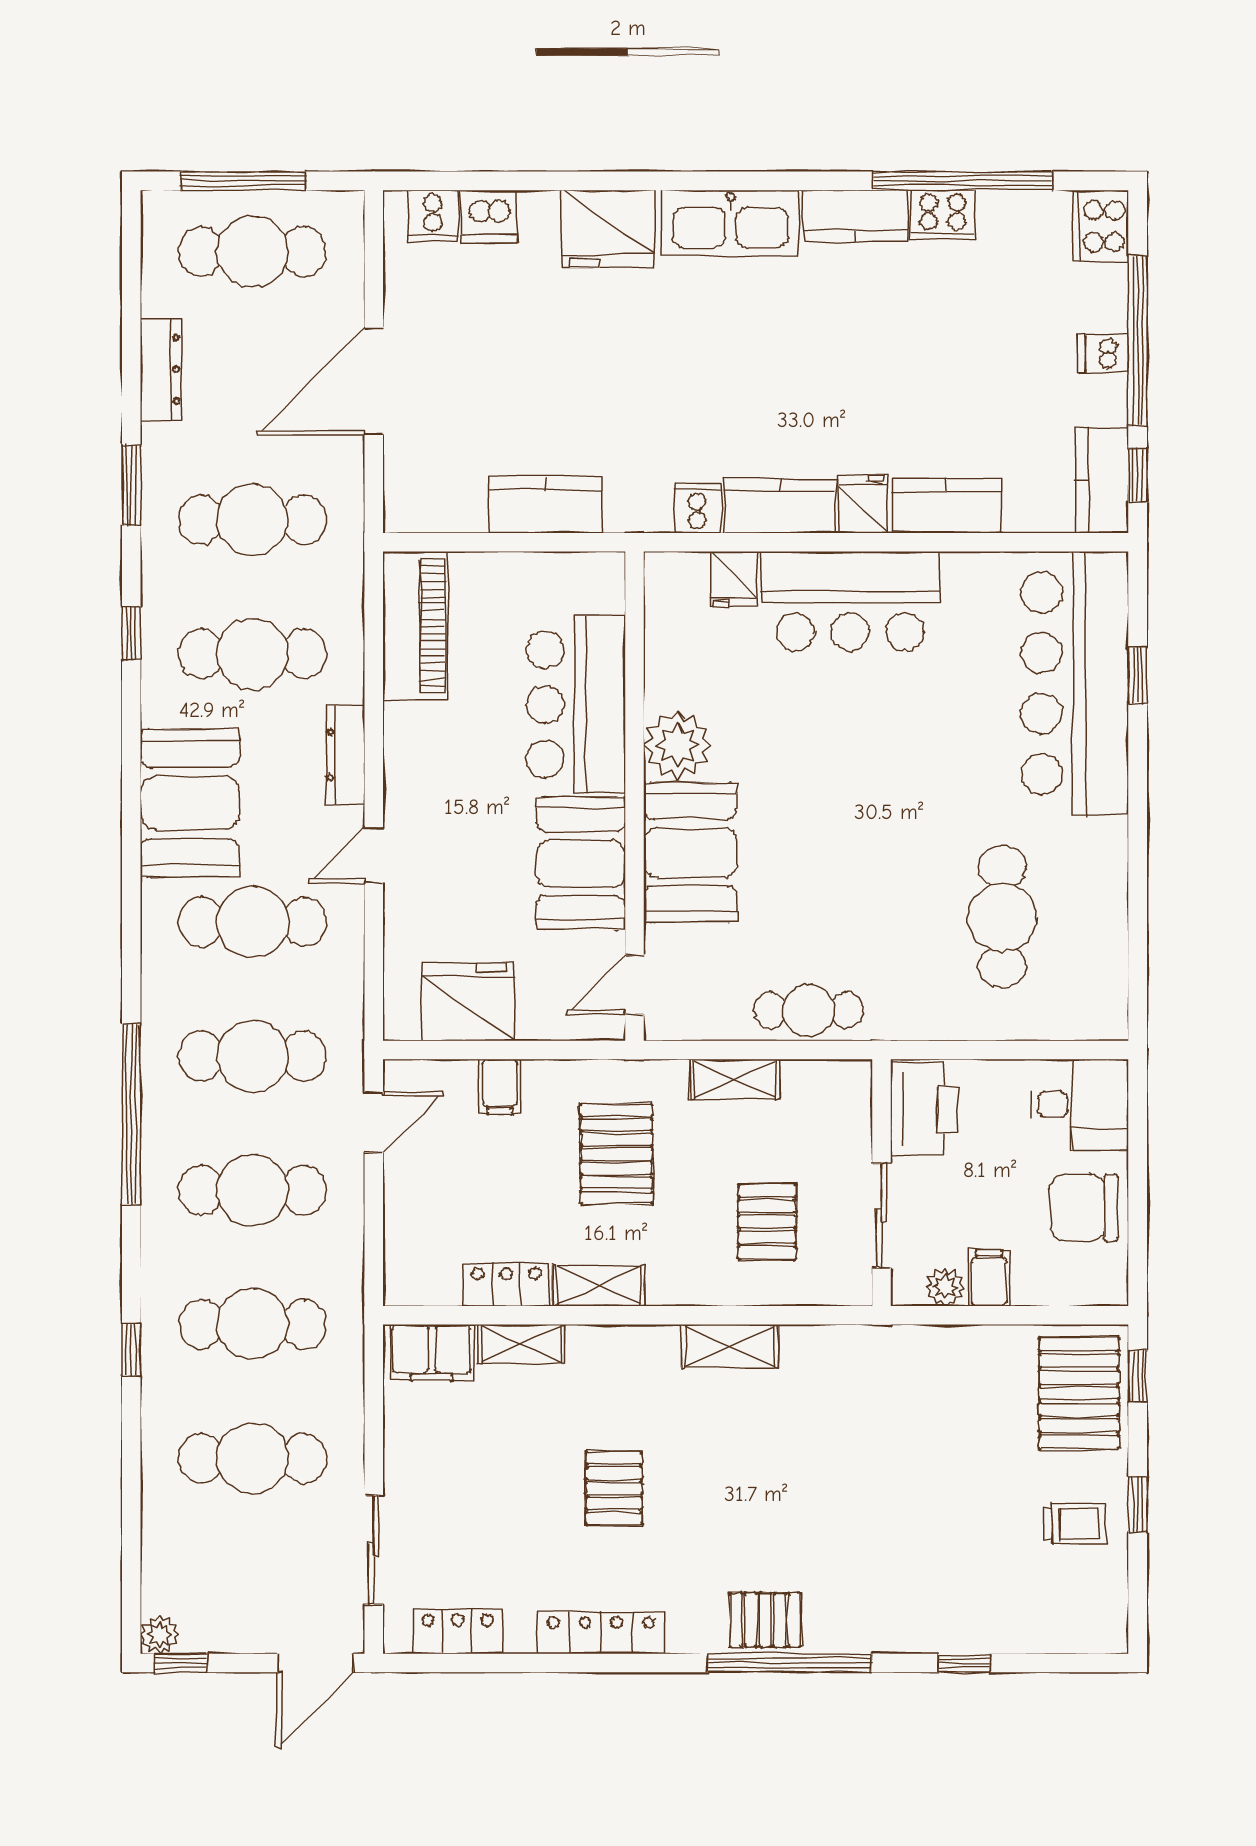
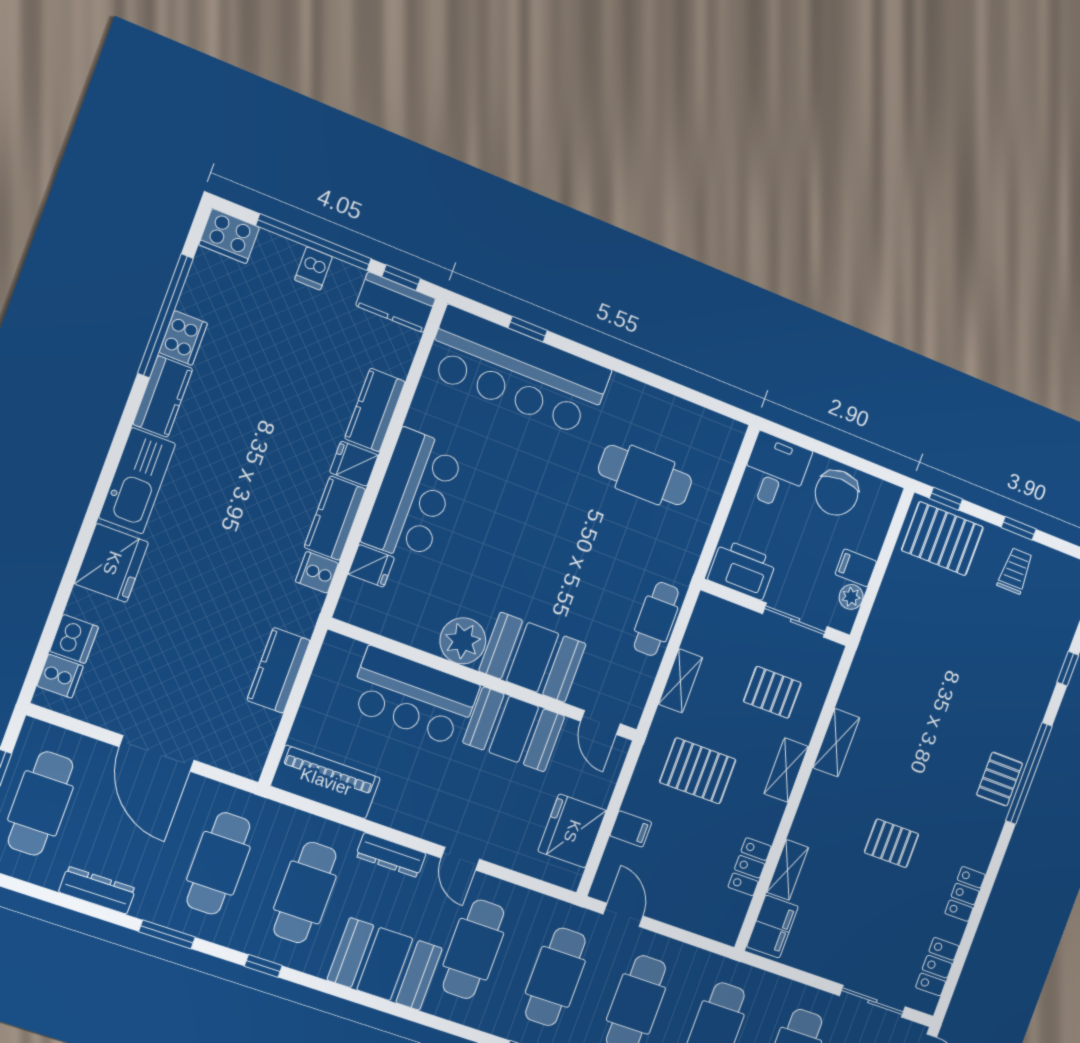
shelving: (599, 1286) -> (786, 770), moved
locker: (601, 1633) -> (965, 894), width x0.66

